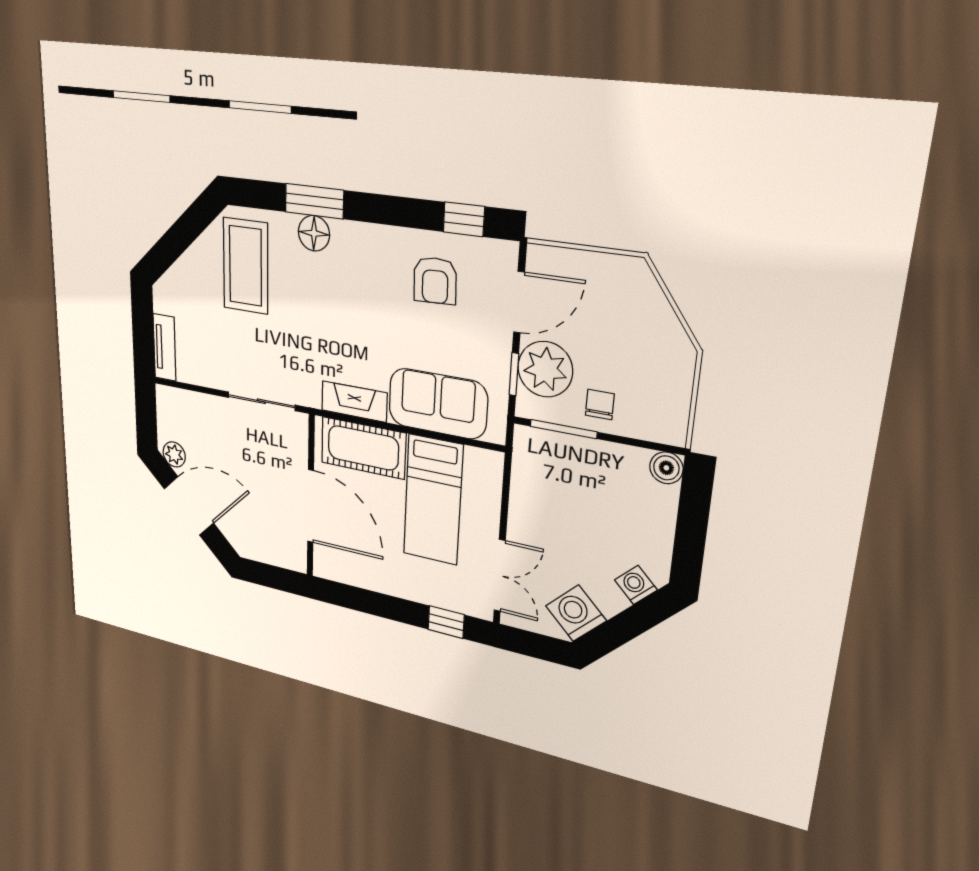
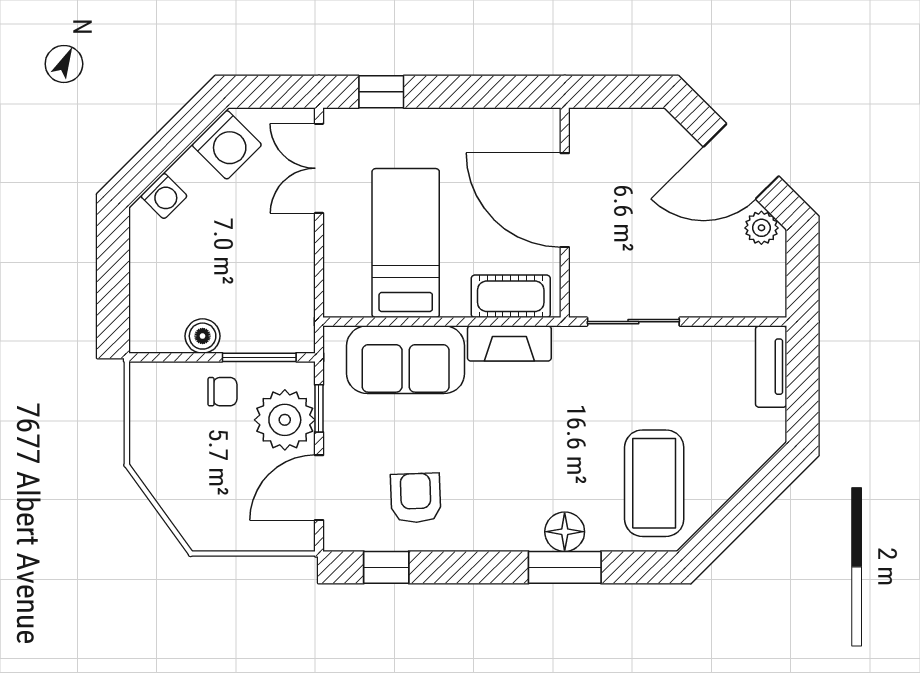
chair: (600, 404) -> (223, 392), turned -90
cot: (363, 448) -> (511, 296), width x0.73, depth x0.75
boiler: (666, 468) -> (203, 336), moved

